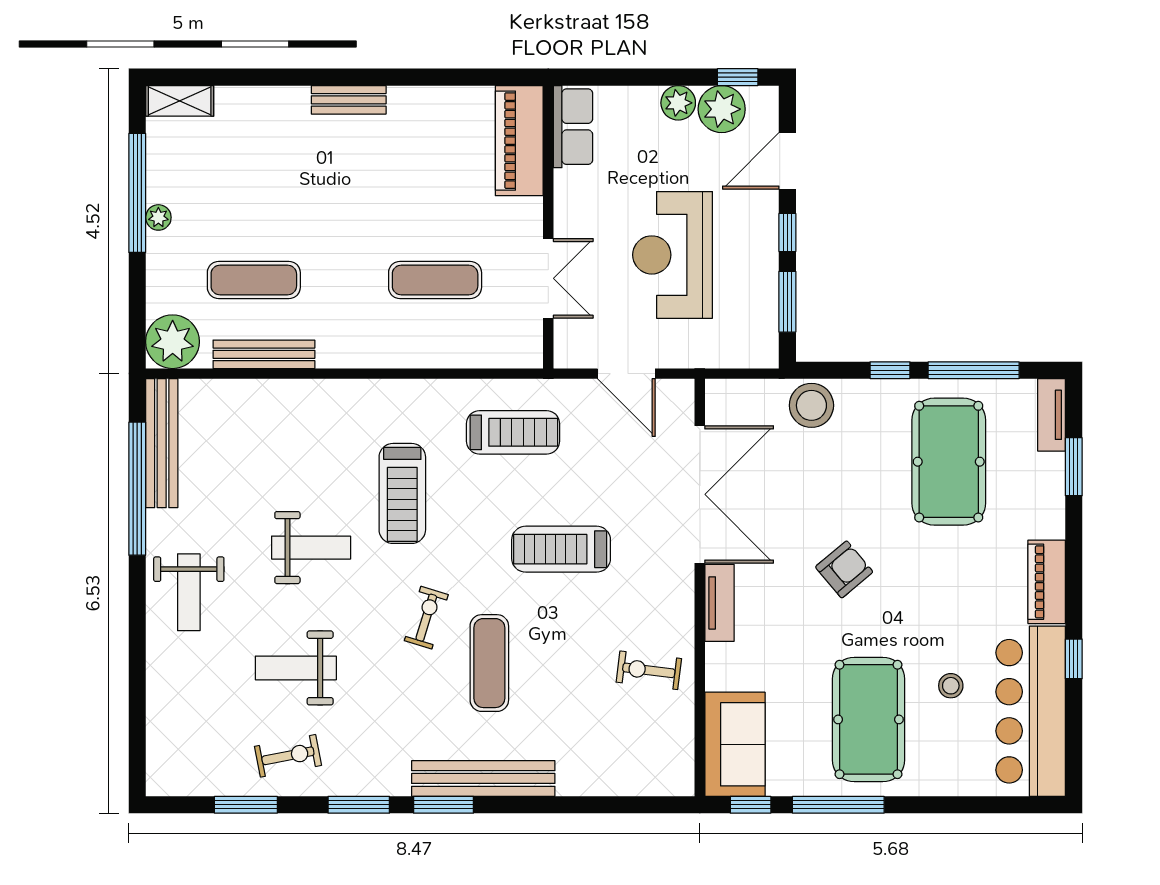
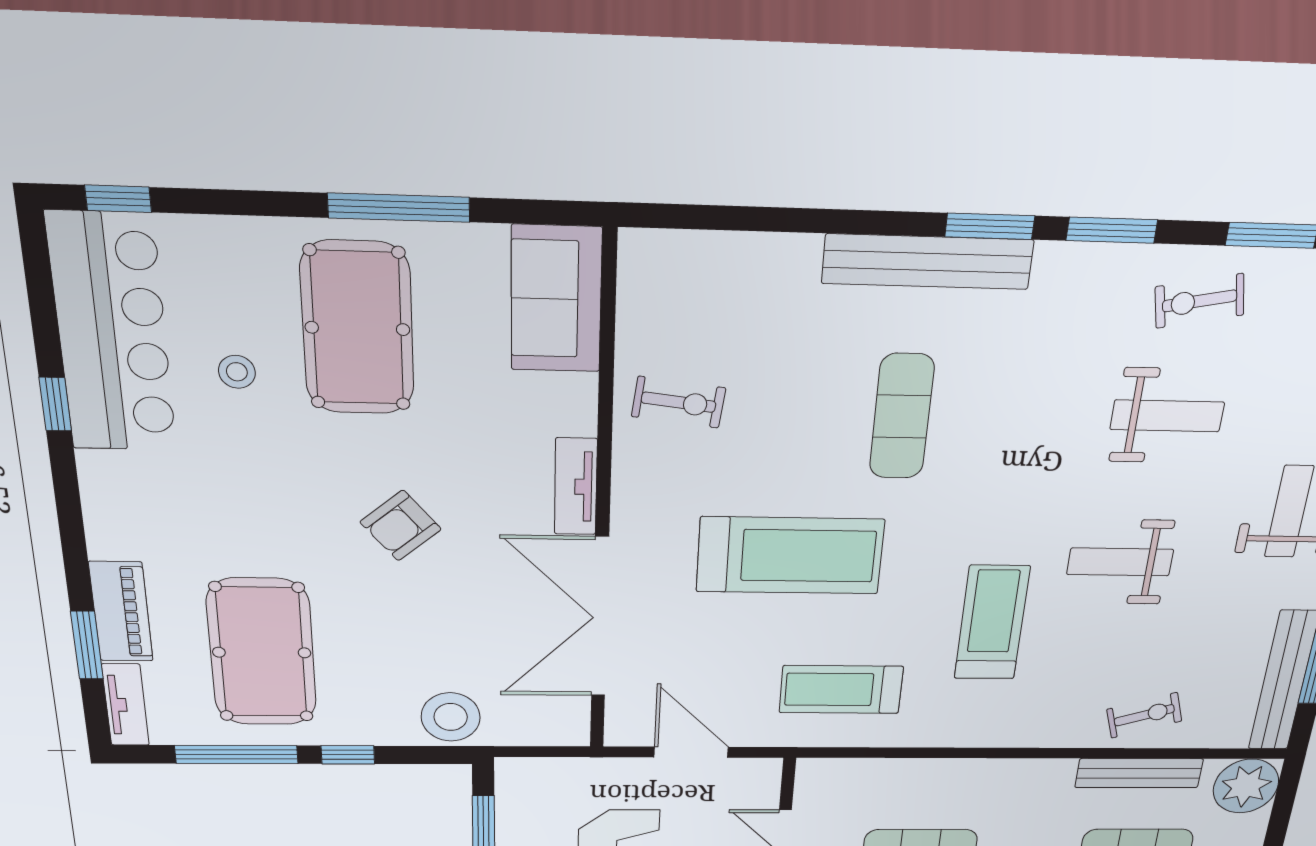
treadmill: (561, 549) -> (790, 556), width x1.37, depth x1.38
piano: (1047, 582) -> (121, 612), moved
exercise bike: (426, 618) -> (1144, 715), moved, turned -124
window: (751, 805) -> (118, 199), moved

